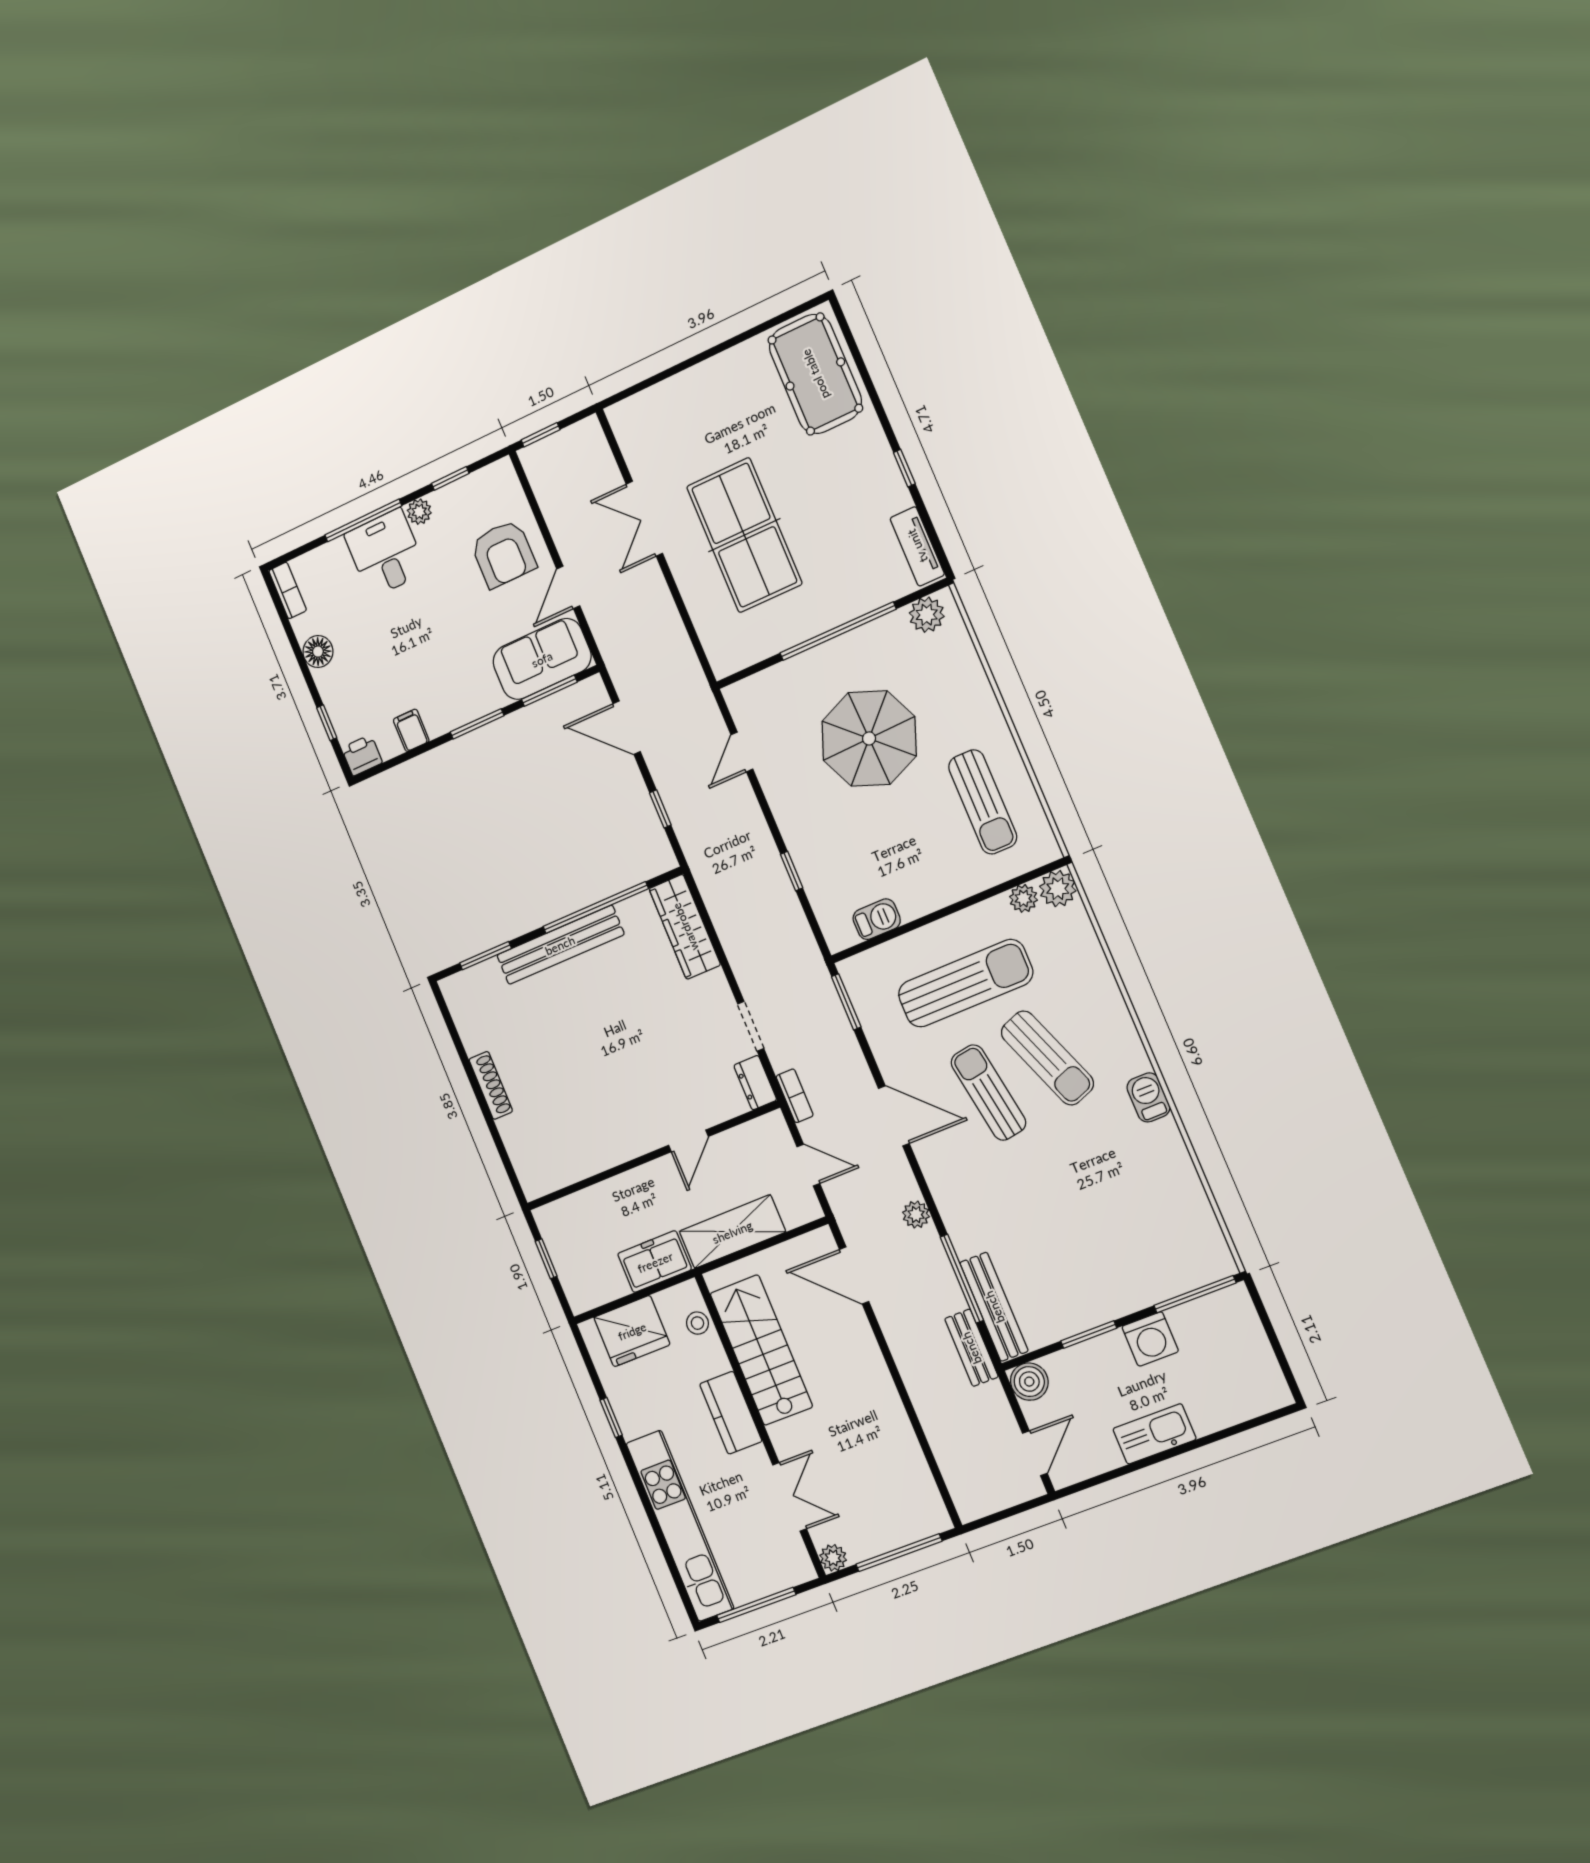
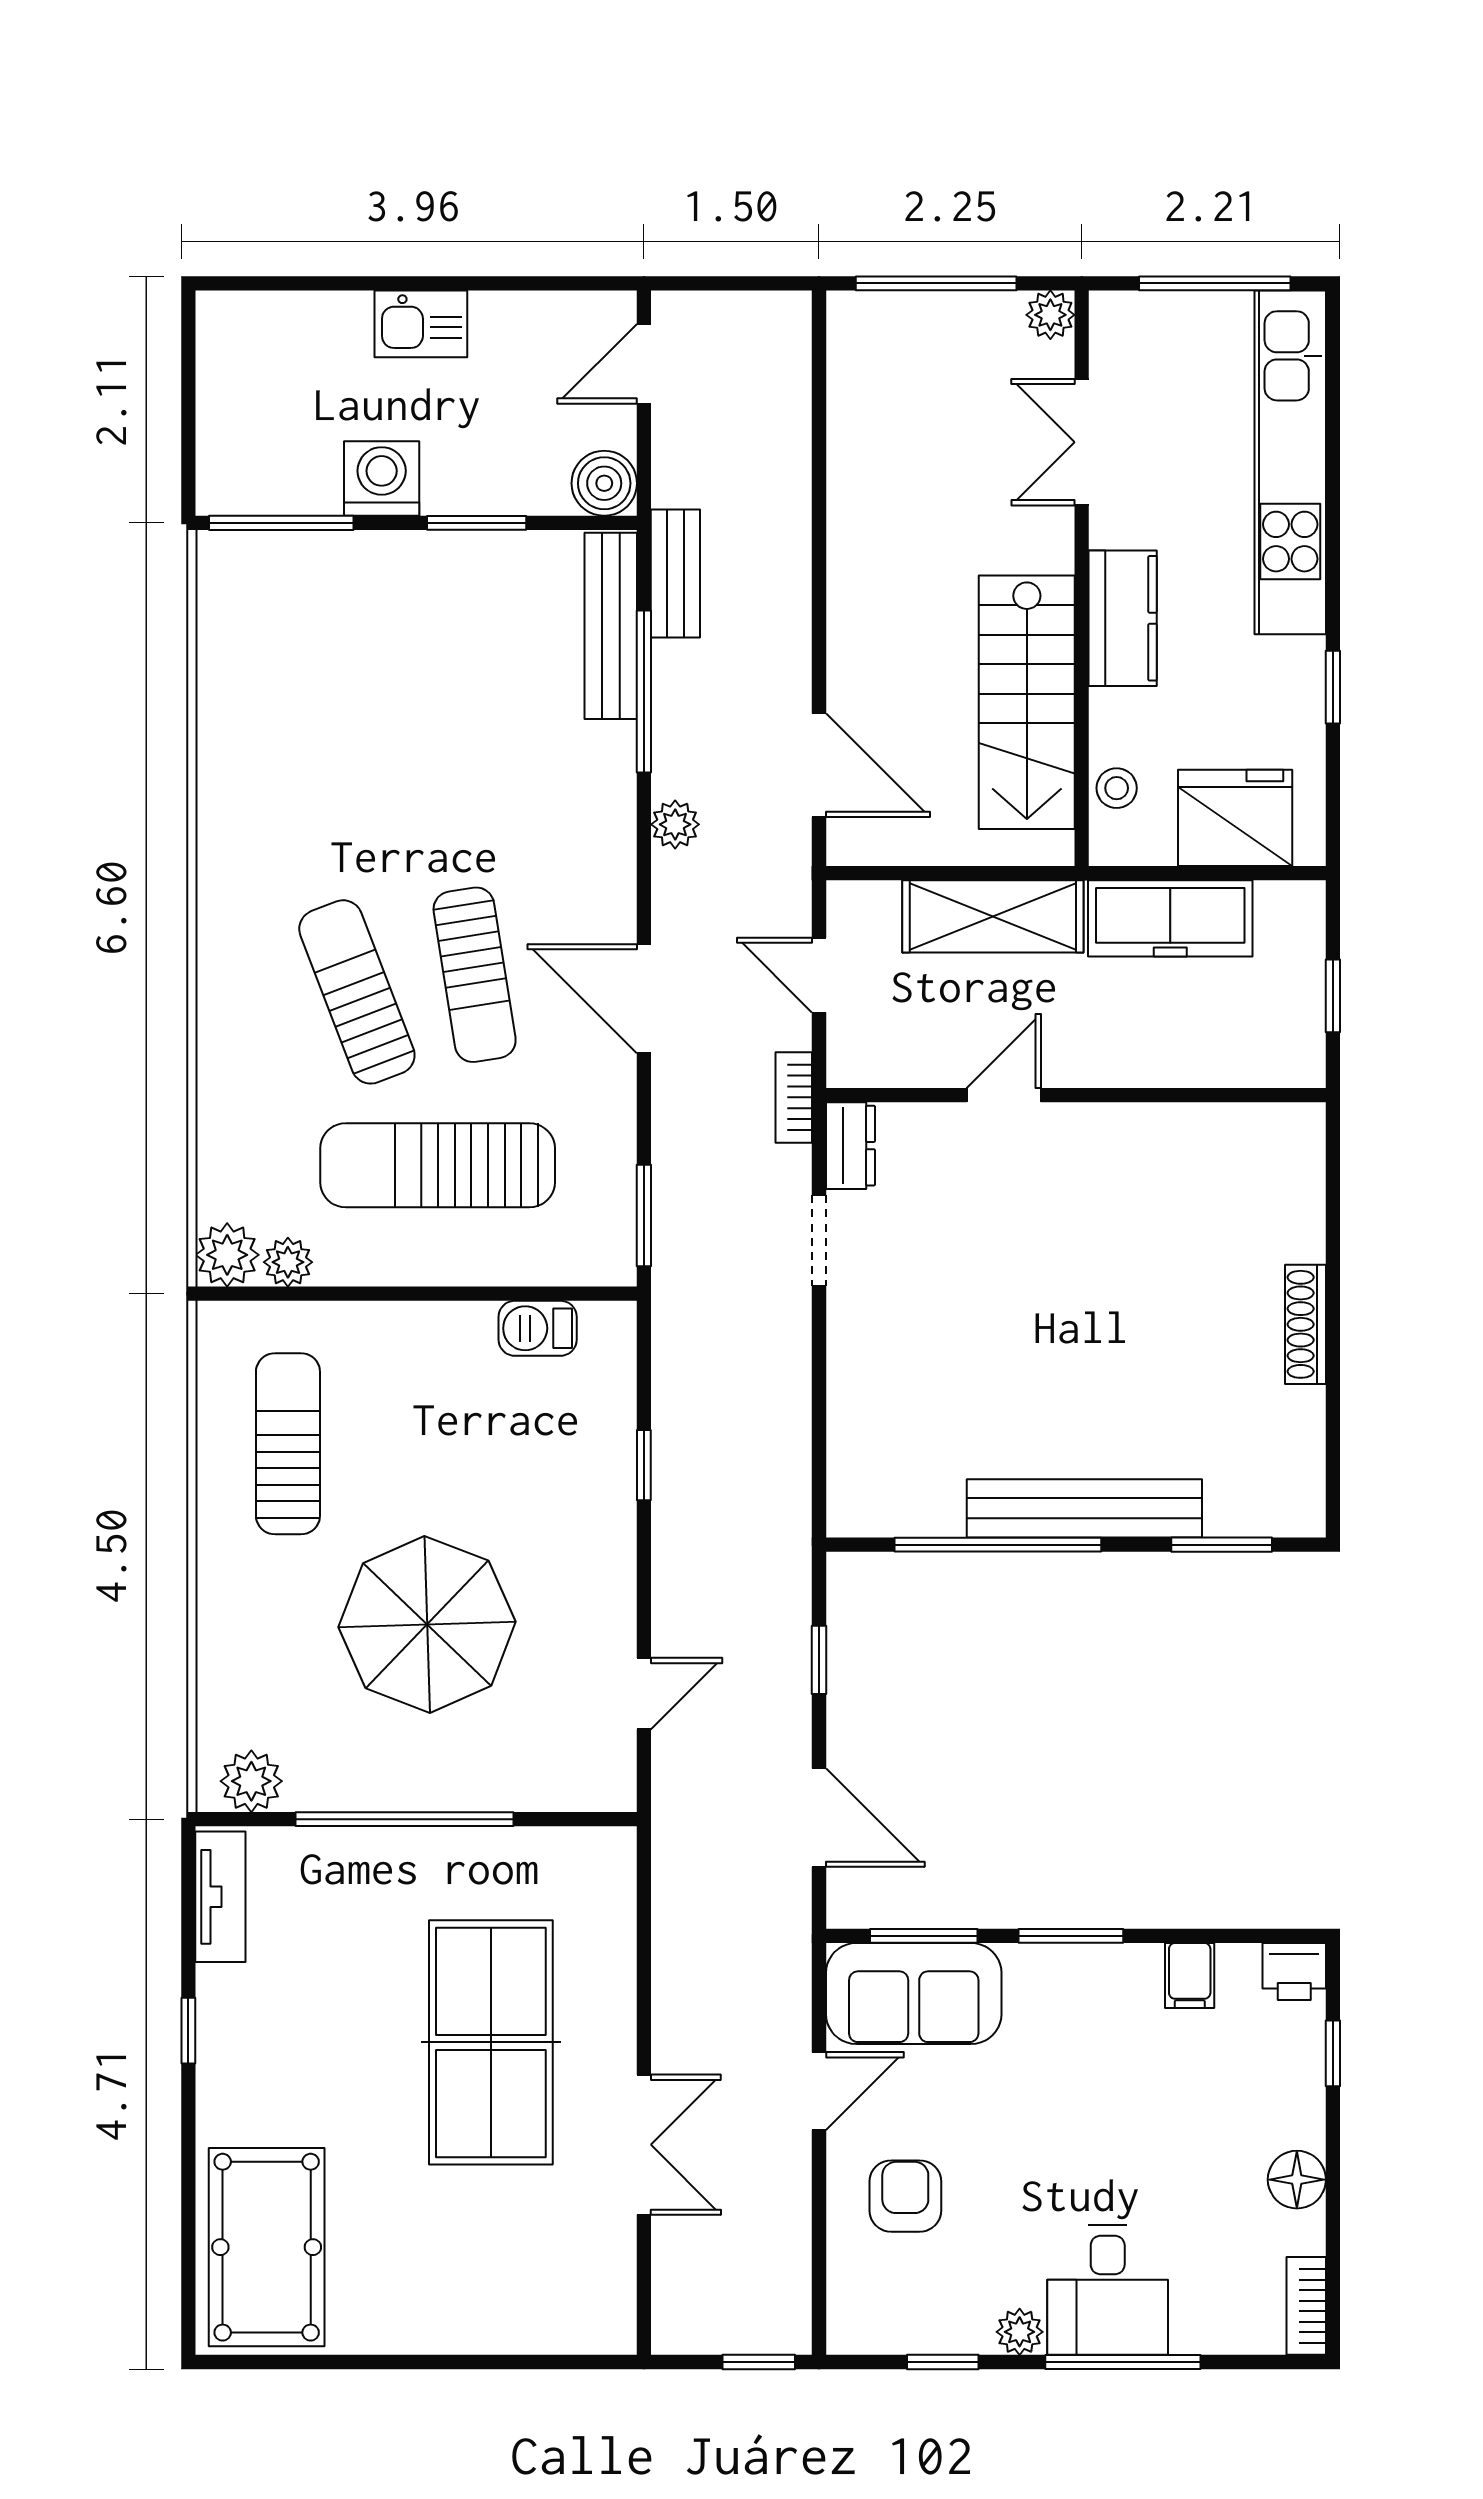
armchair: (503, 554) -> (905, 2196), width x0.72, depth x0.72
wardrobe: (685, 927) -> (860, 1449), removed
barbecue: (1148, 1097) -> (224, 864), removed
freezer: (655, 1262) -> (1170, 918), width x1.40
kitchen sink: (1154, 1434) -> (421, 324), width x0.73

